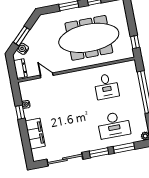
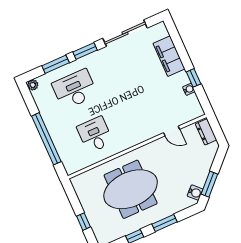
window: (22, 36) -> (209, 184), moved
meeting table: (89, 38) -> (131, 189), width x0.73
window: (135, 42) -> (83, 222), moved
water cooler: (23, 49) -> (195, 193), moved

